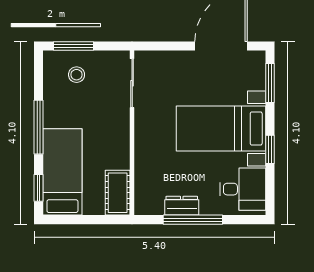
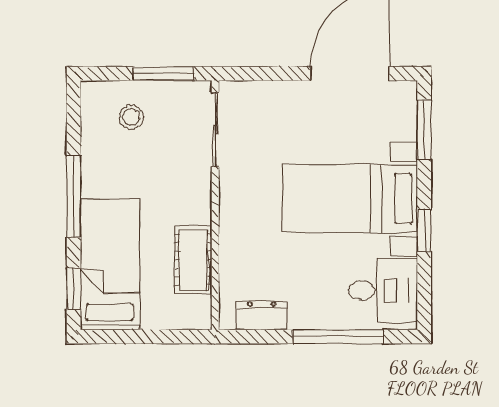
window: (73, 46) -> (163, 74), moved
cot: (118, 193) -> (193, 260), moved
dresser: (182, 206) -> (262, 315), moved
window: (193, 220) -> (338, 337), moved

